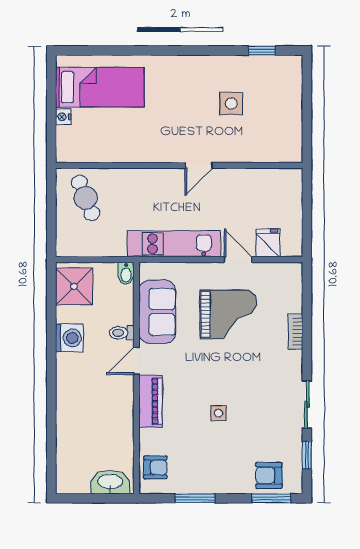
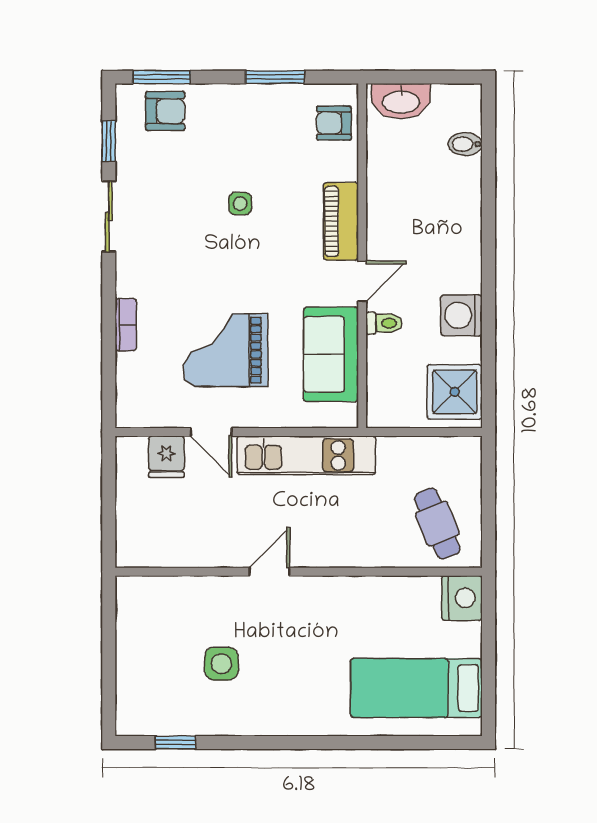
nightstand: (63, 117) -> (462, 598), moved, width x1.89, depth x1.79
bidet: (126, 273) -> (465, 144), moved, turned -90

